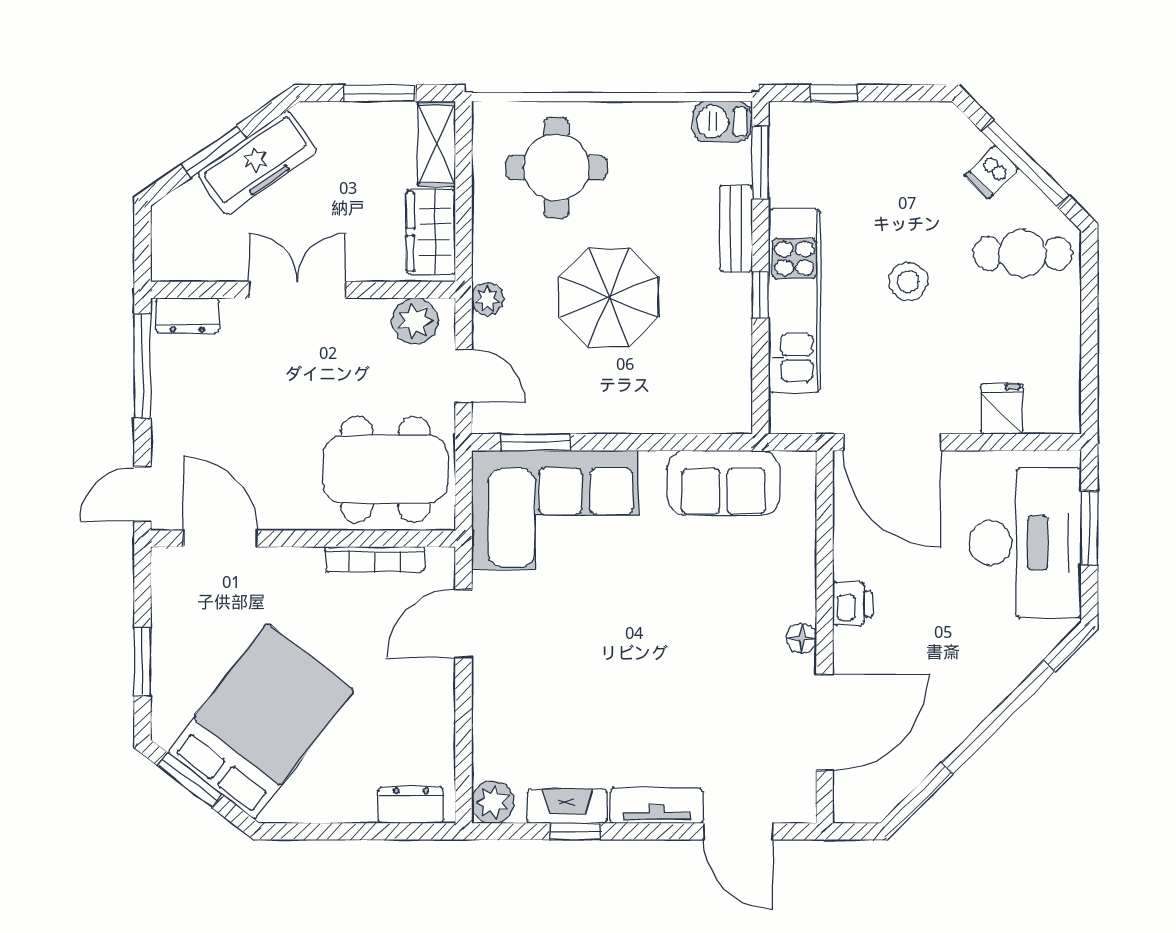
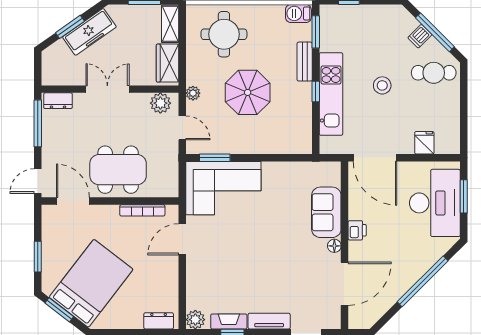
dining table: (385, 469) -> (118, 170), moved
sofa: (723, 483) -> (326, 212), moved, turned 90

